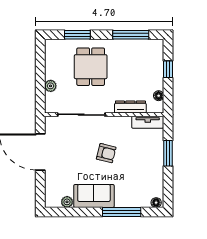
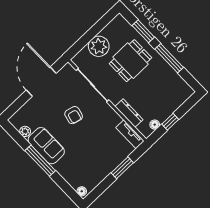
window: (131, 35) -> (169, 58), moved
window: (168, 69) -> (170, 122), moved
plant: (51, 86) -> (99, 46), width x1.87, depth x1.87
armchair: (106, 153) -> (74, 115), moved
window: (122, 212) -> (40, 161), moved

